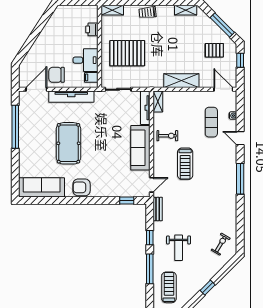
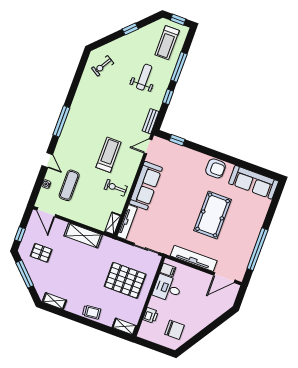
chair: (57, 75) -> (174, 330), moved

